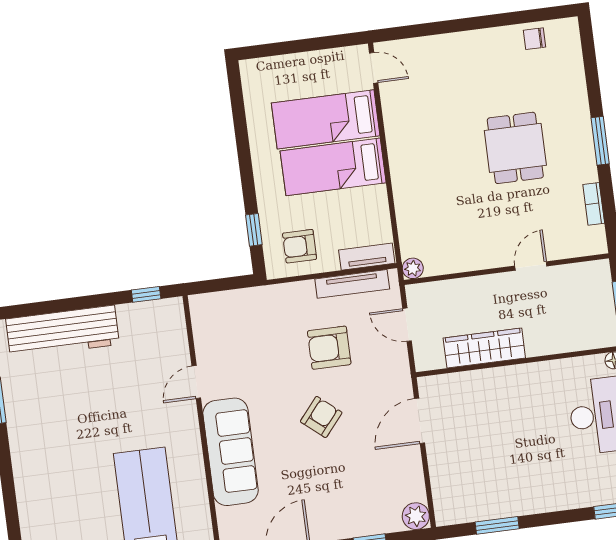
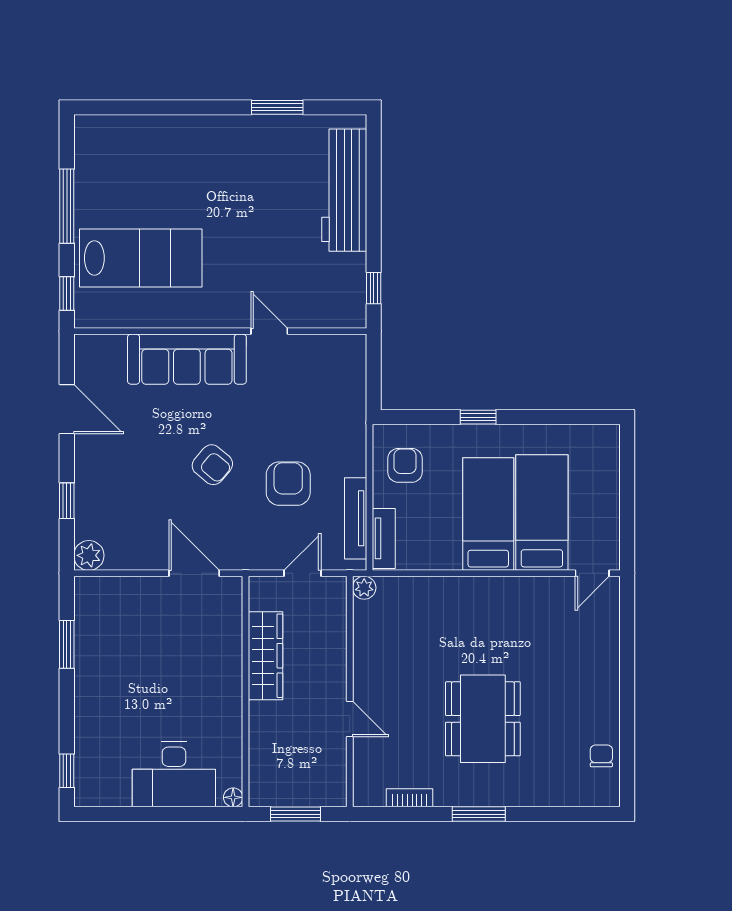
dining table: (515, 148) -> (483, 719), width x1.38
window: (254, 230) -> (478, 417), moved

